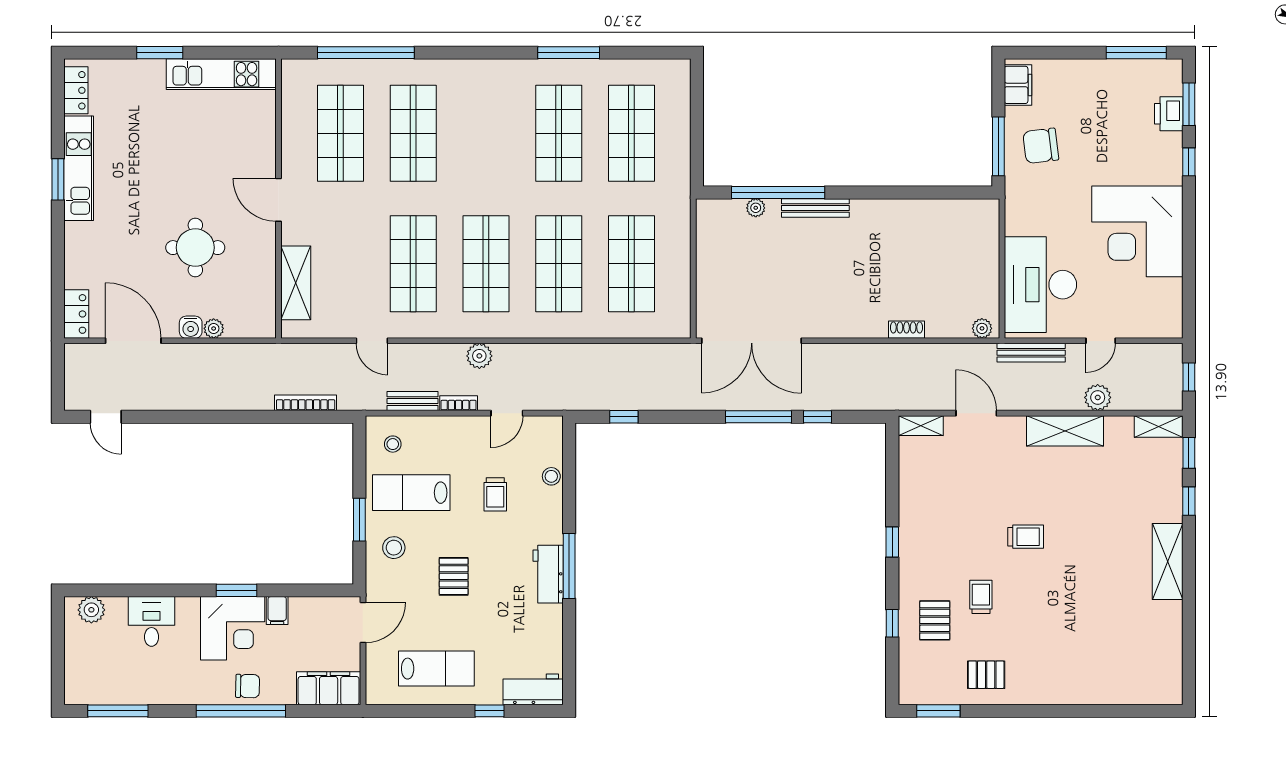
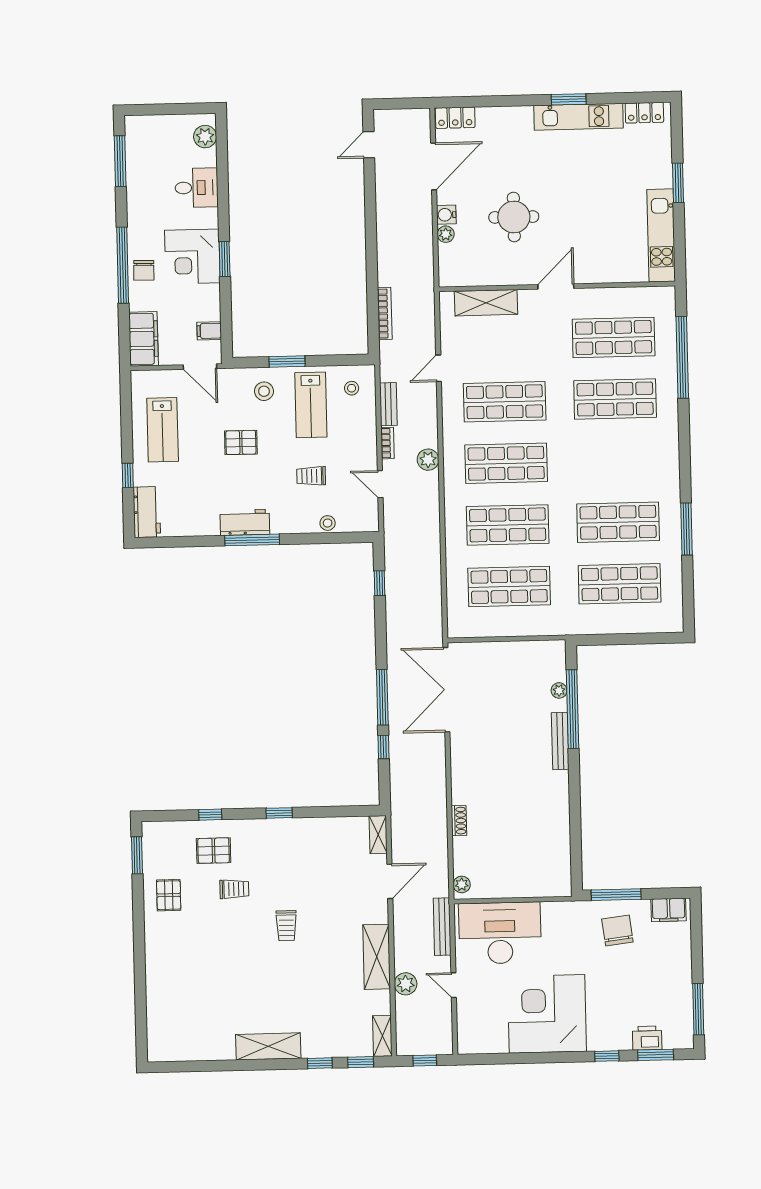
lab bench: (411, 493) -> (311, 405), turned 180
filing cabinet: (277, 611) -> (209, 331), moved

